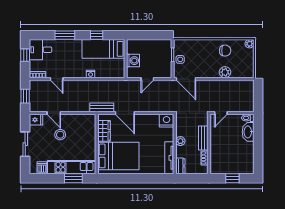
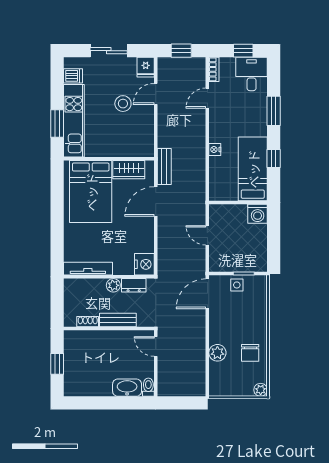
washing machine: (133, 61) -> (258, 214), moved
dresser: (180, 166) -> (134, 285), moved

